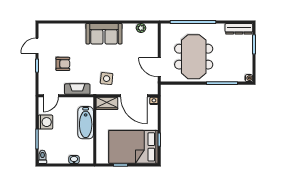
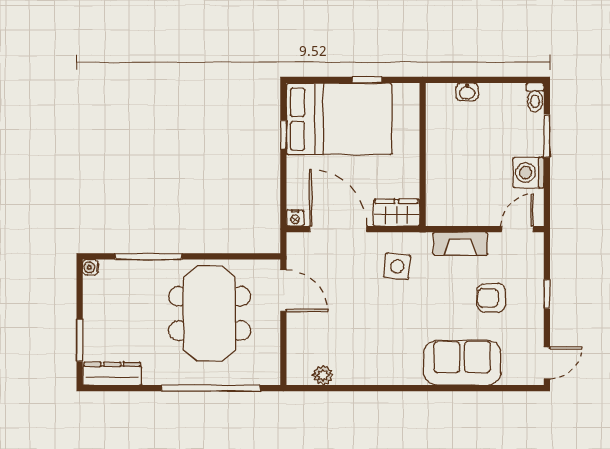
sofa: (104, 34) -> (462, 363), moved
door: (37, 46) -> (547, 363), moved
bathtub: (86, 123) -> (442, 171), removed

